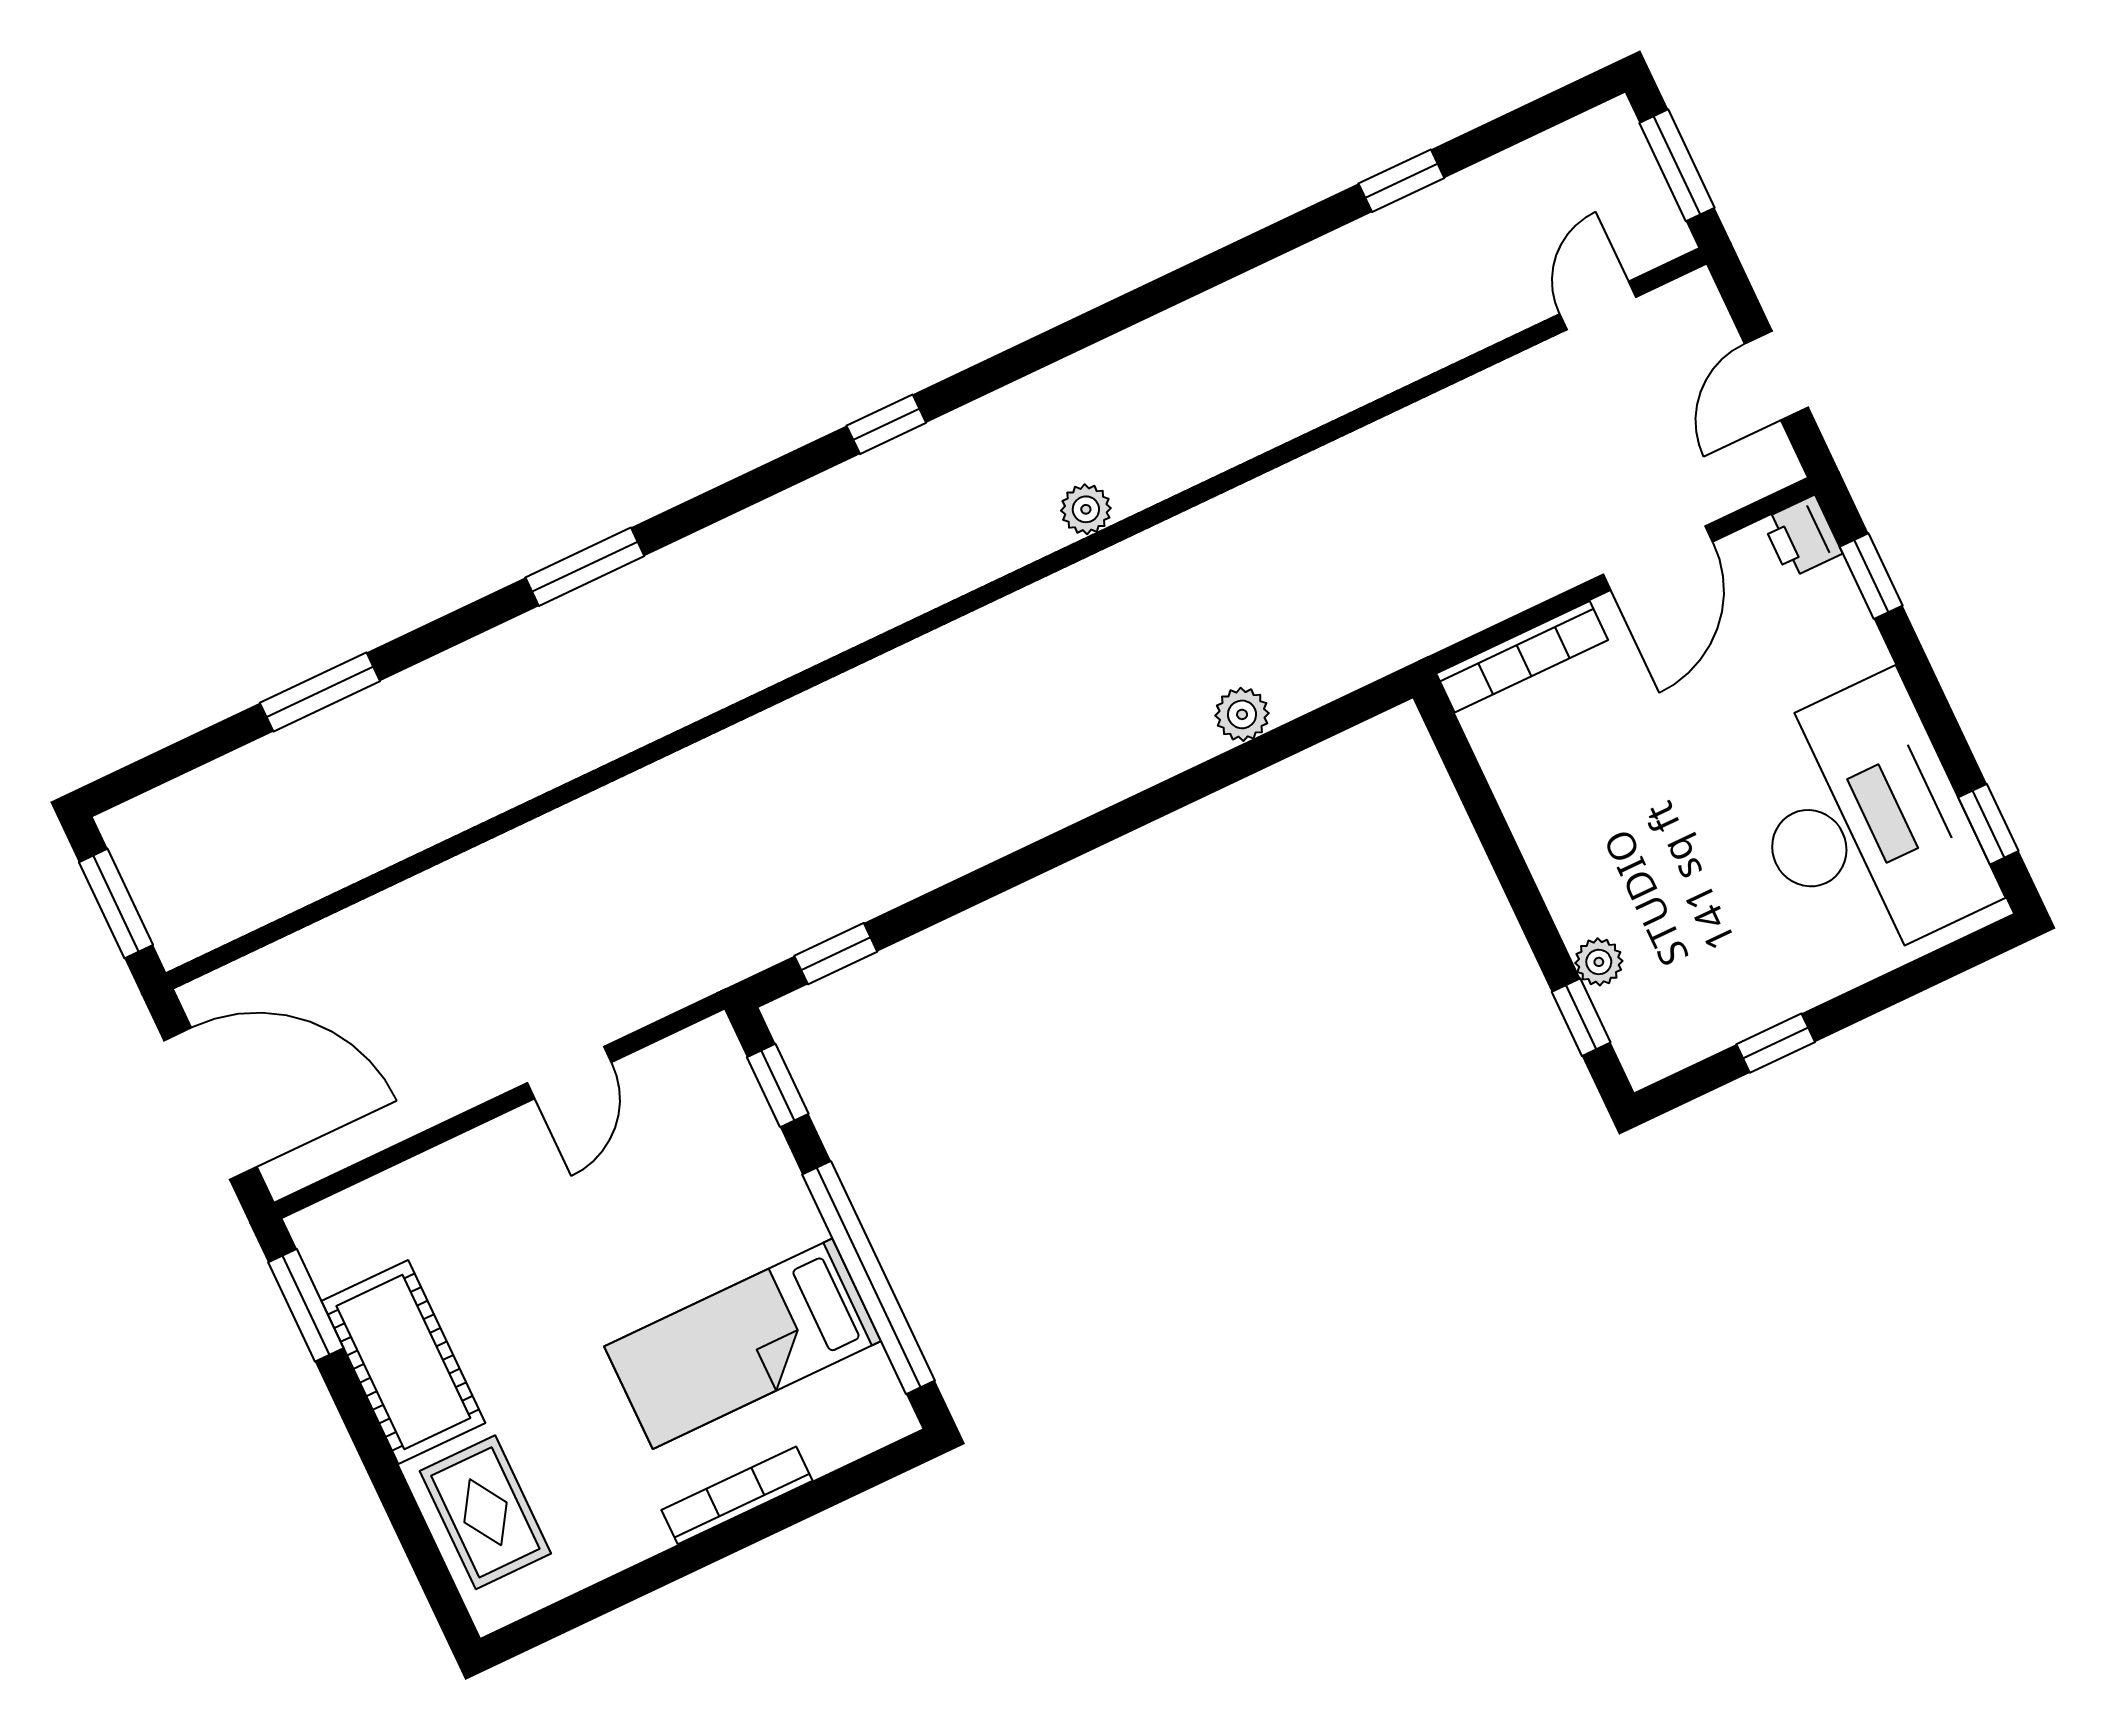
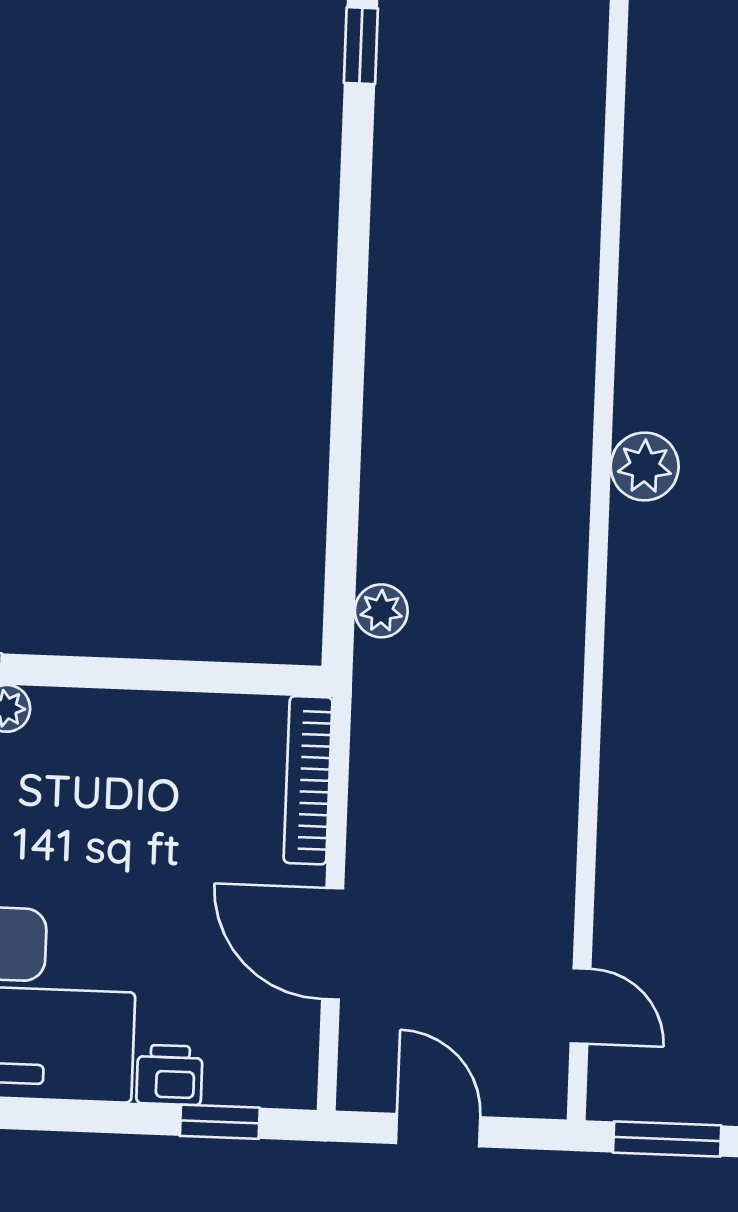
plant: (1086, 509) -> (645, 466), width x1.38, depth x1.38
printer: (1802, 537) -> (169, 1075), moved
plant: (1242, 714) -> (381, 611), moved

